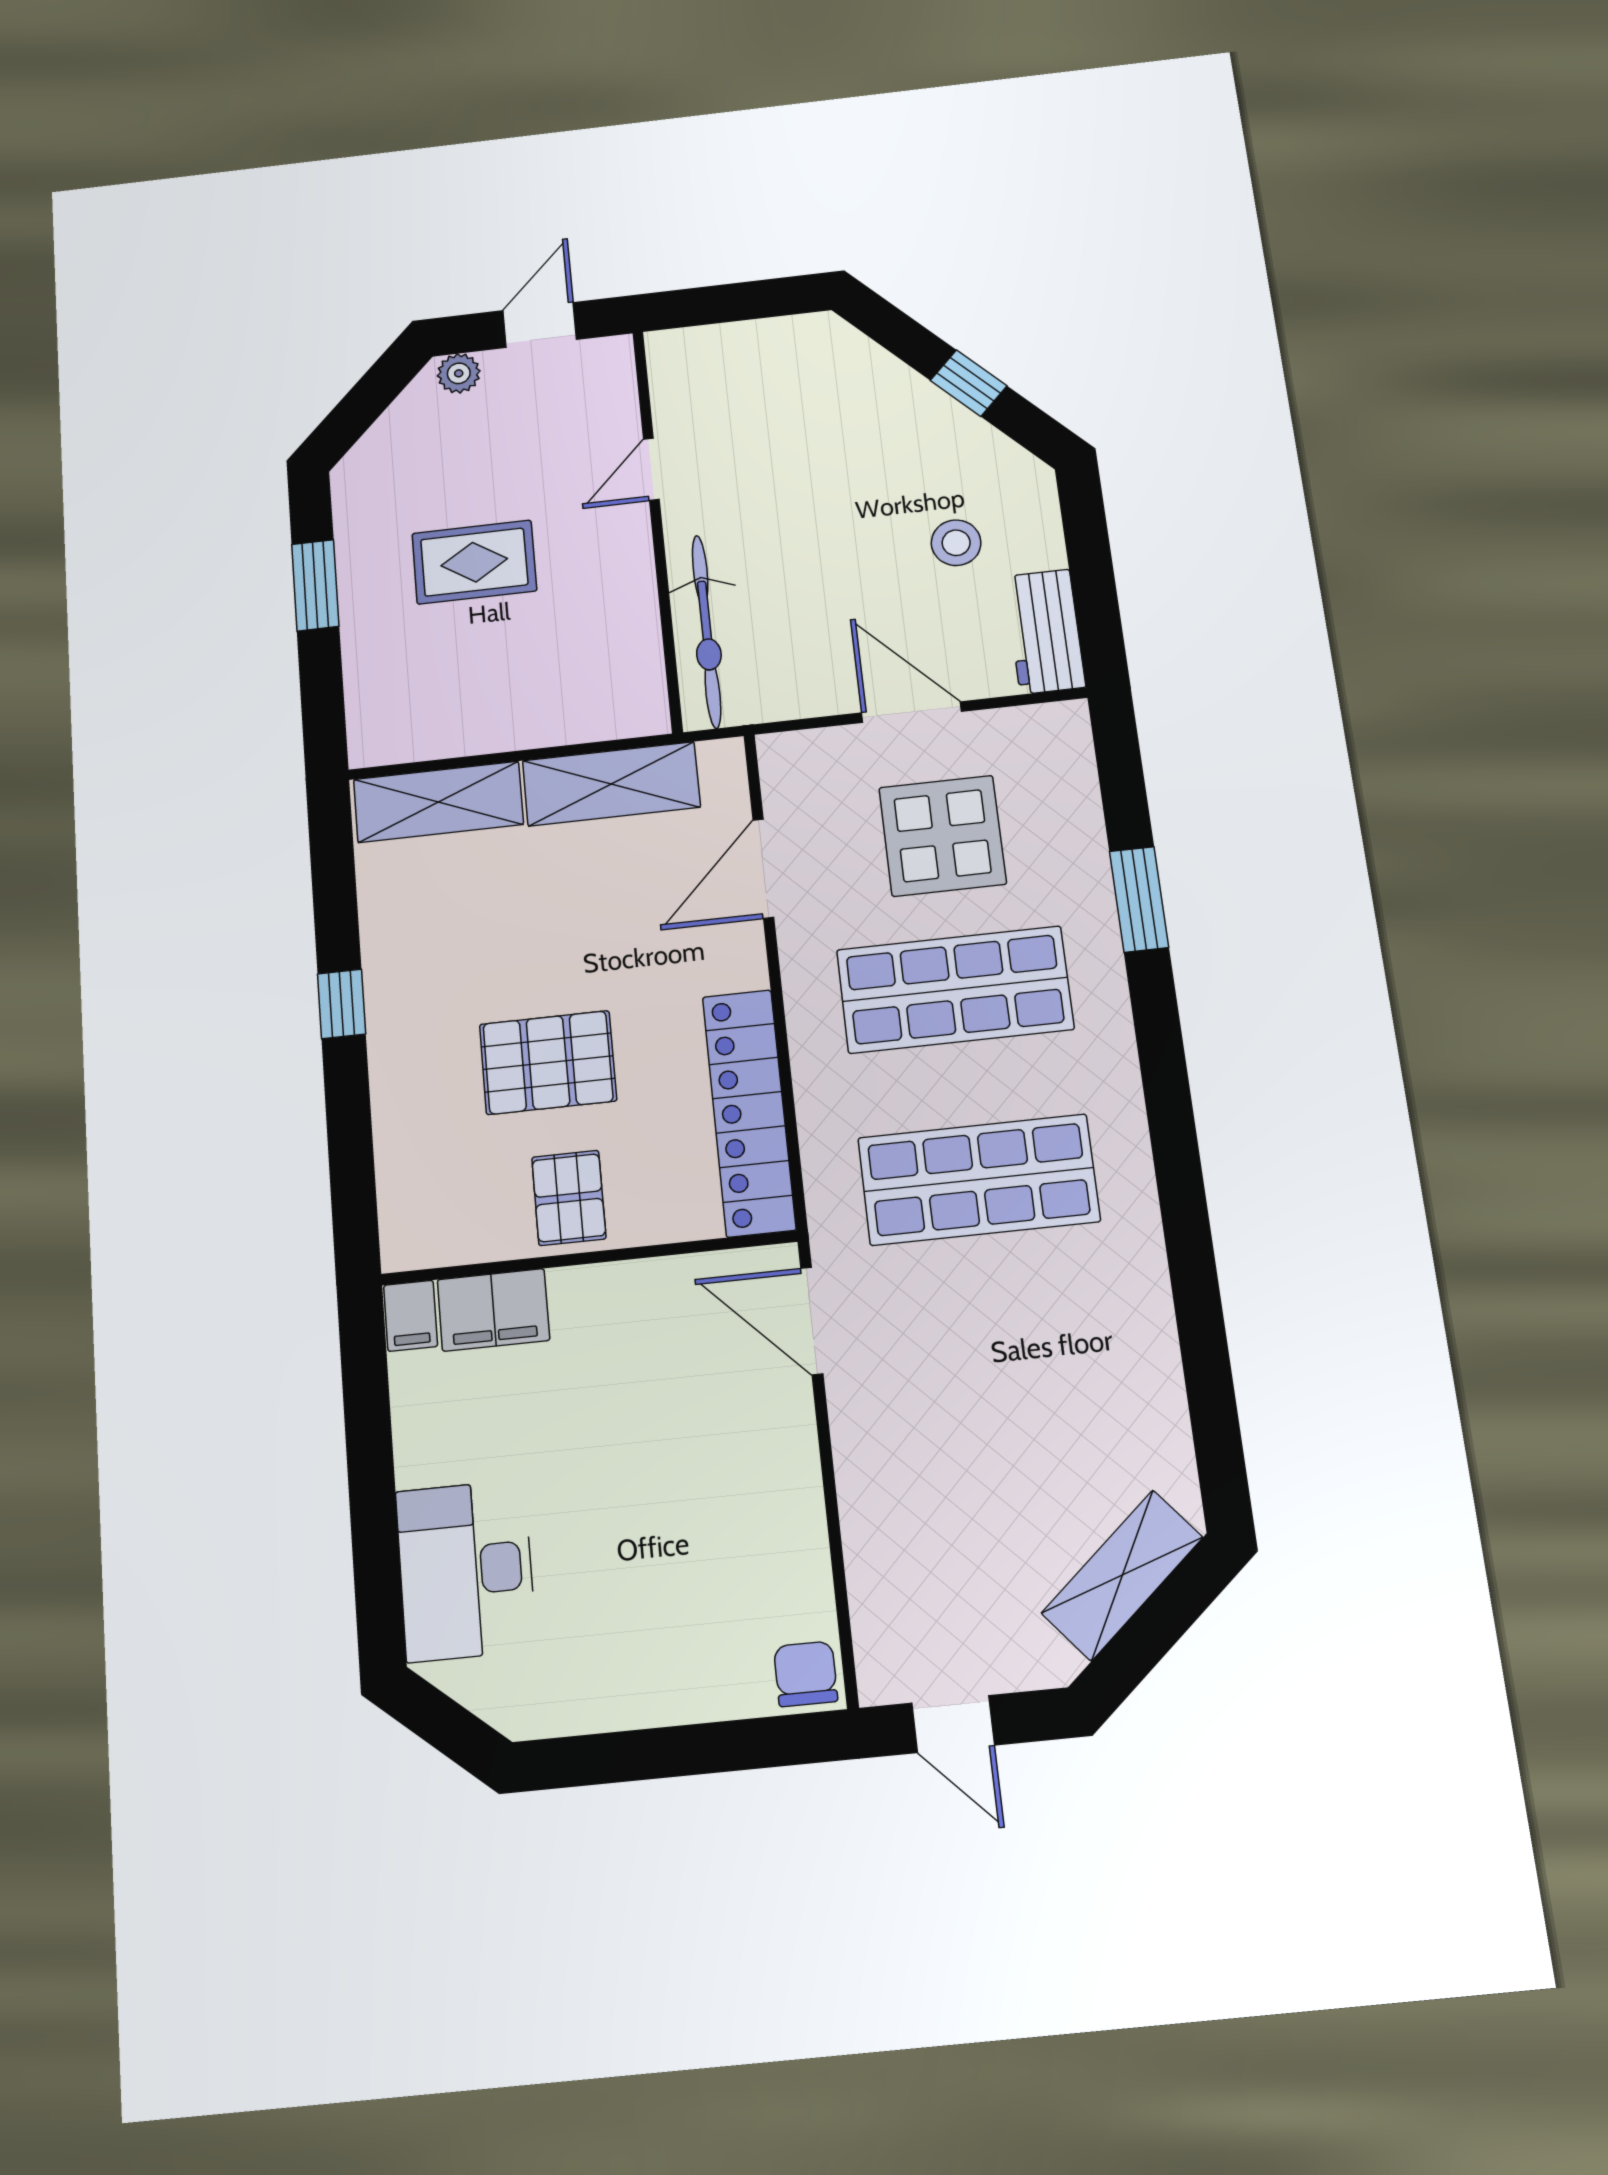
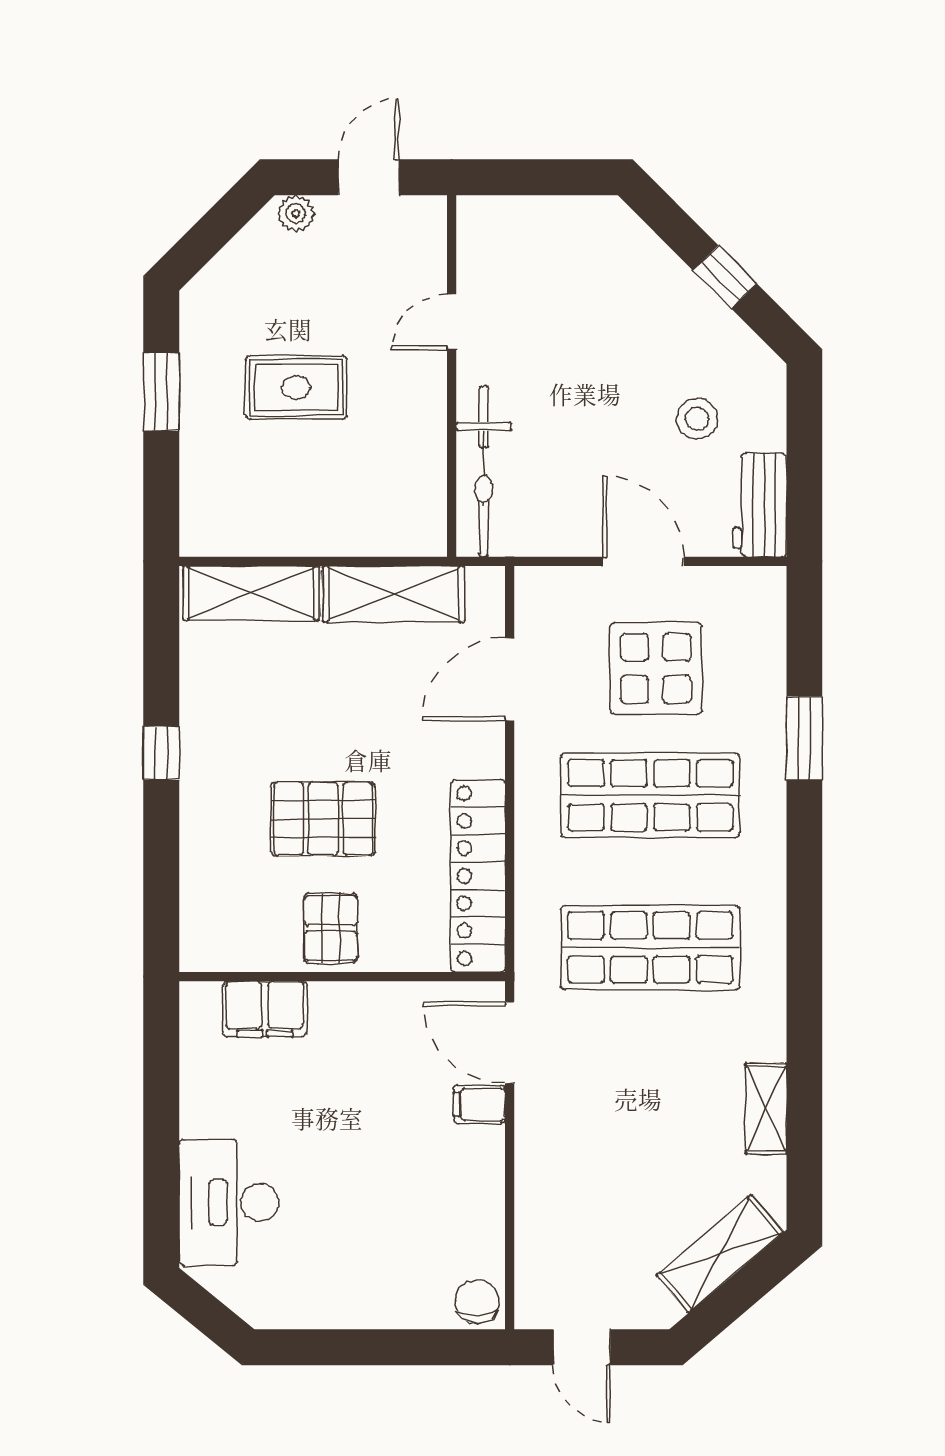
filing cabinet: (411, 1316) -> (479, 1105), moved, turned 90
shelving: (1156, 1373) -> (766, 1109), added

